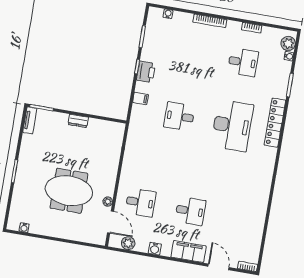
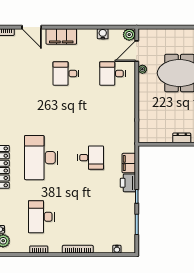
desk: (243, 62) -> (41, 217), width x1.37
printer: (146, 72) -> (128, 183), moved
filing cabinet: (140, 98) -> (129, 163), width x2.00
door: (111, 222) -> (137, 51), hinge flipped
plant: (128, 243) -> (129, 35), moved
water cooler: (155, 249) -> (103, 34), moved

